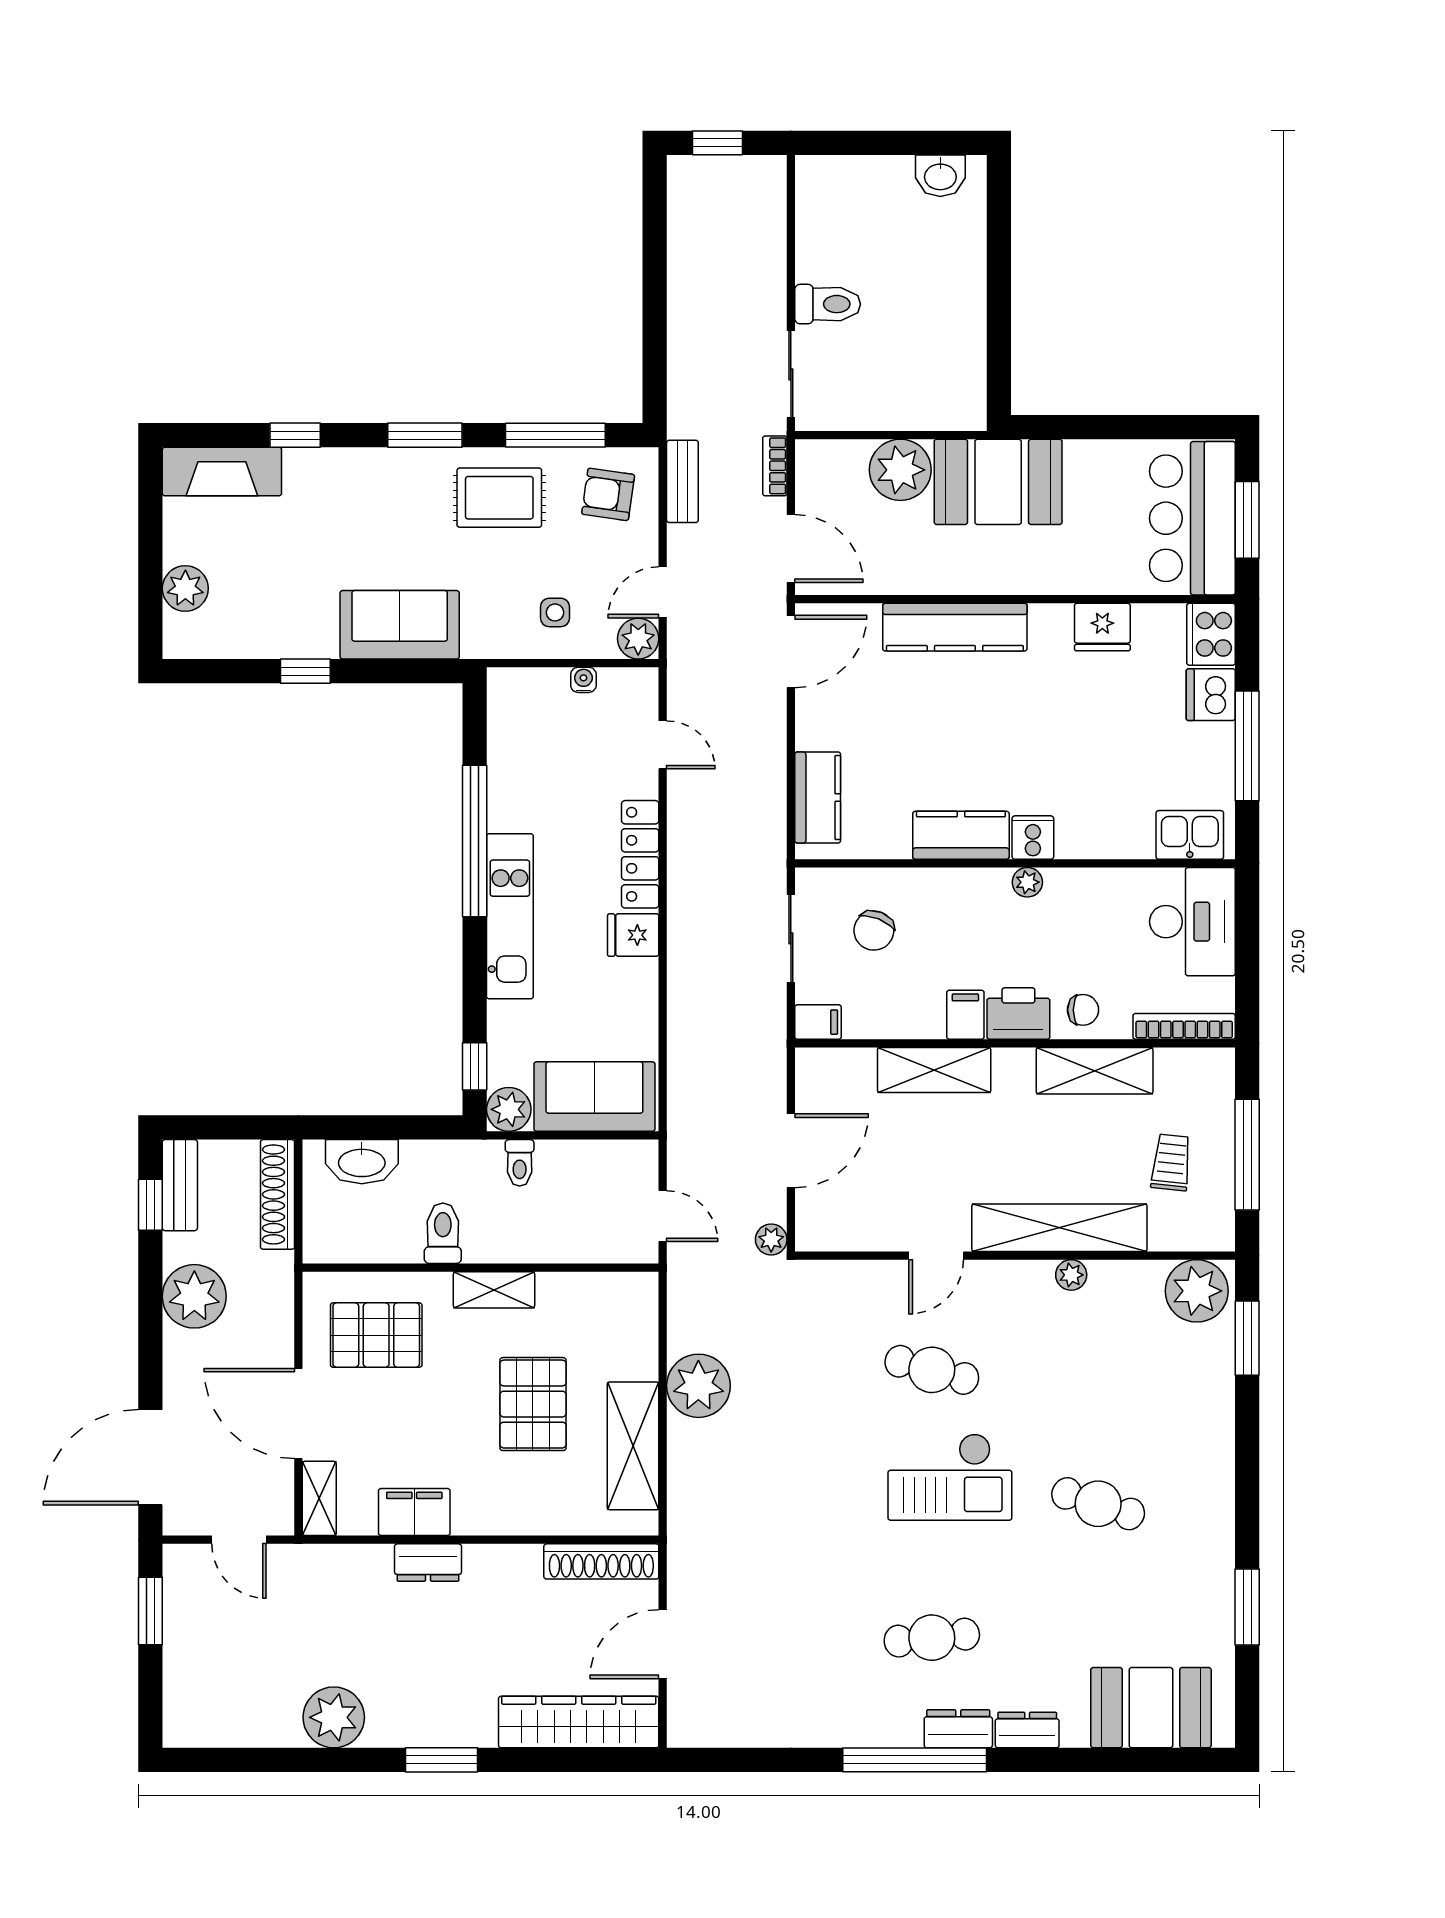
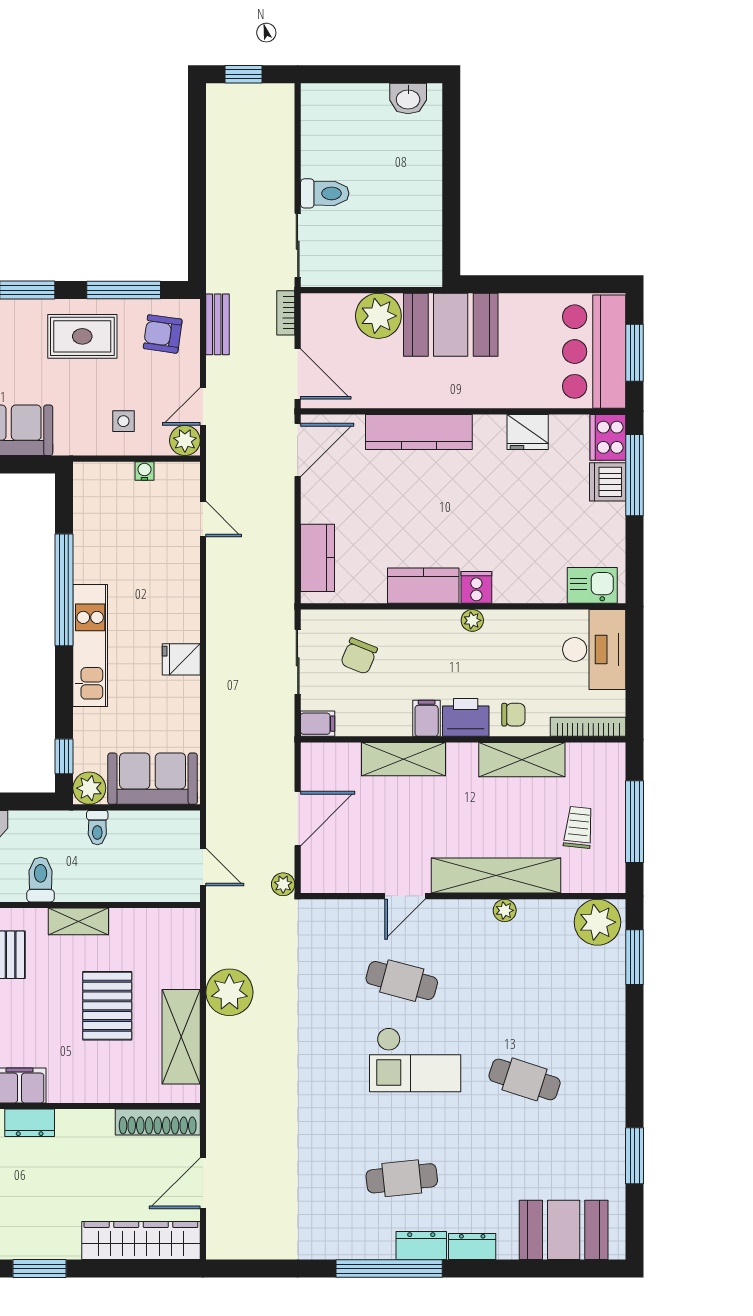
window: (1247, 746) -> (635, 475), moved
locker: (640, 854) -> (186, 600), removed

